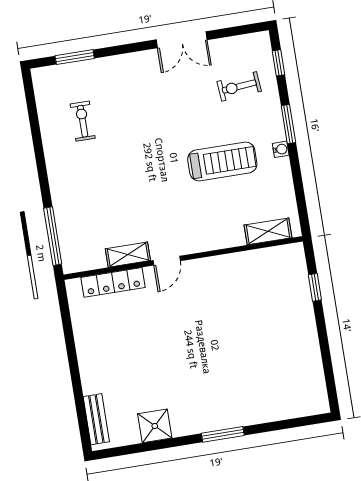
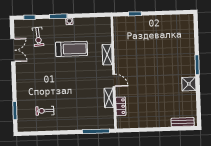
double door: (182, 40) -> (13, 50), moved
treadmill: (222, 162) -> (72, 49), turned 90
shelving: (268, 231) -> (107, 55), moved
locker: (113, 282) -> (121, 106), width x0.66
shower: (155, 426) -> (189, 84), moved

